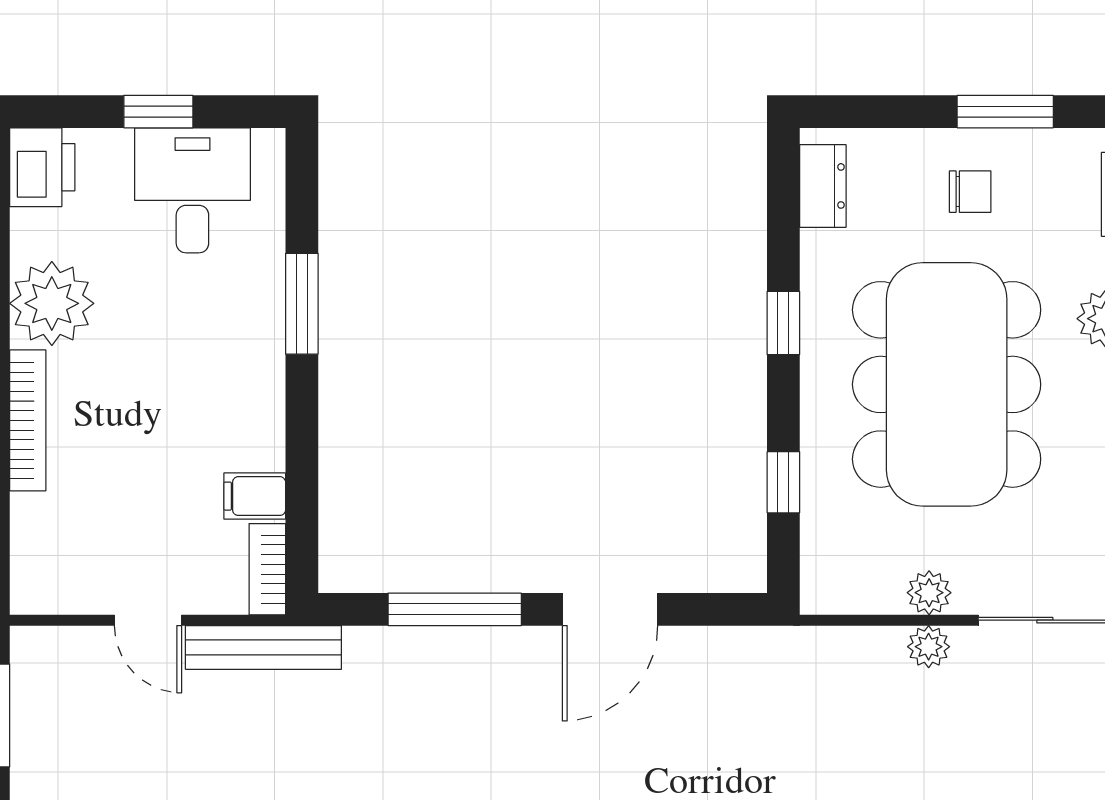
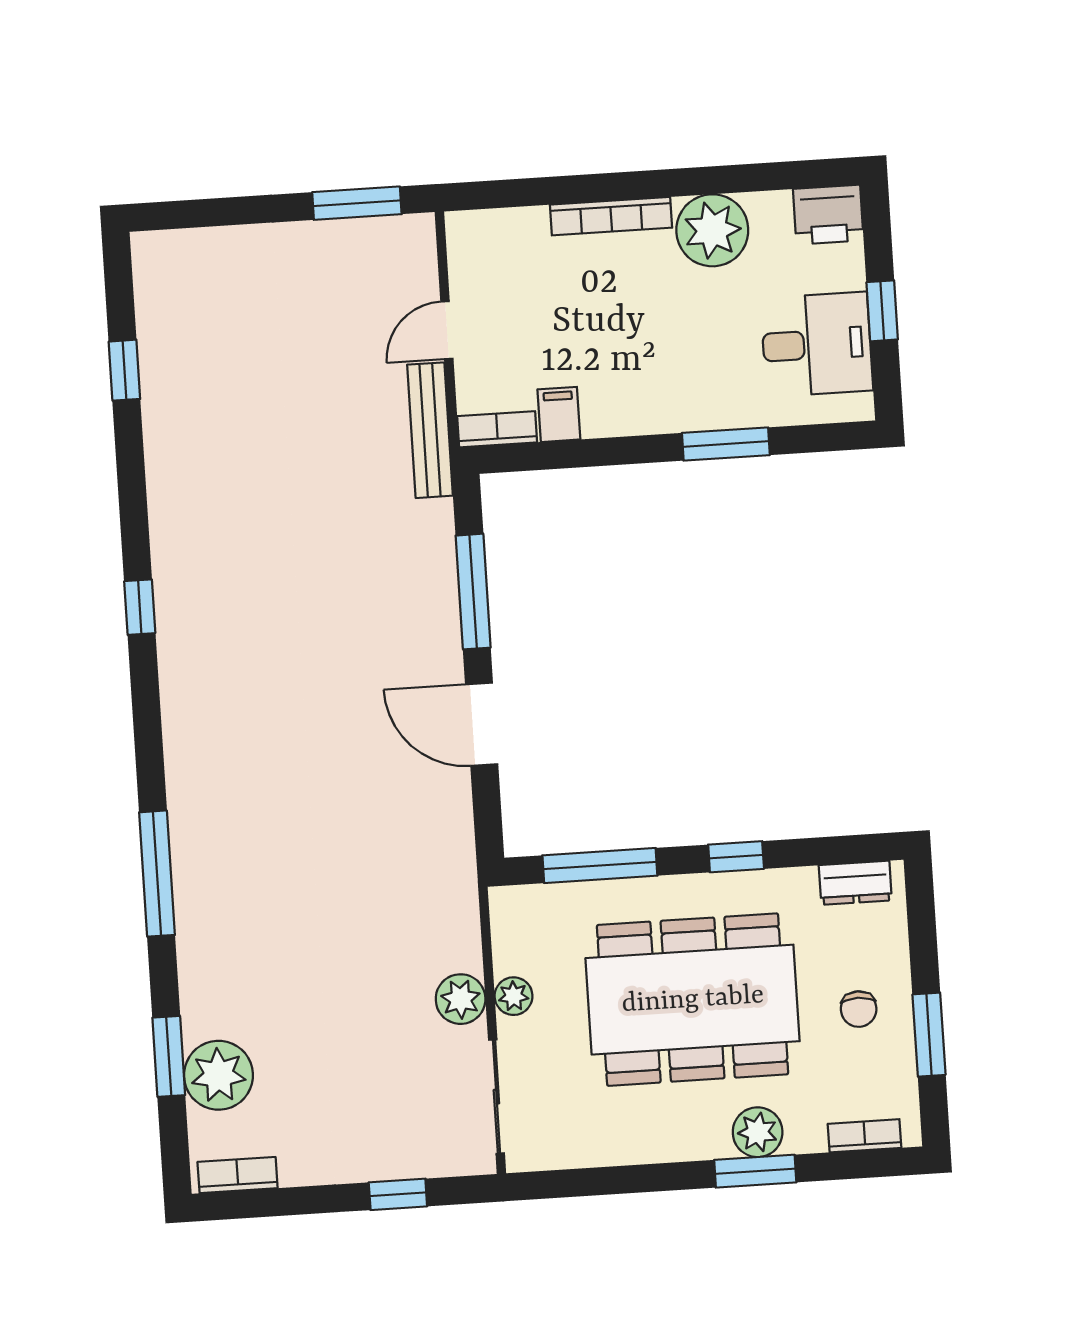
window: (783, 482) -> (600, 865), width x2.17
plant: (929, 647) -> (461, 999), width x1.38, depth x1.38

